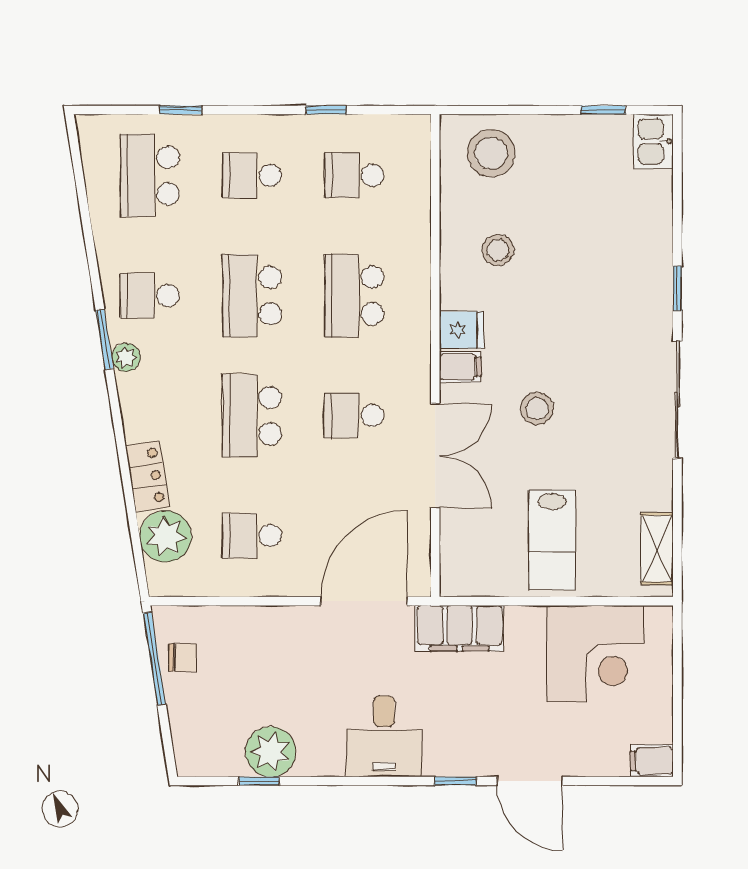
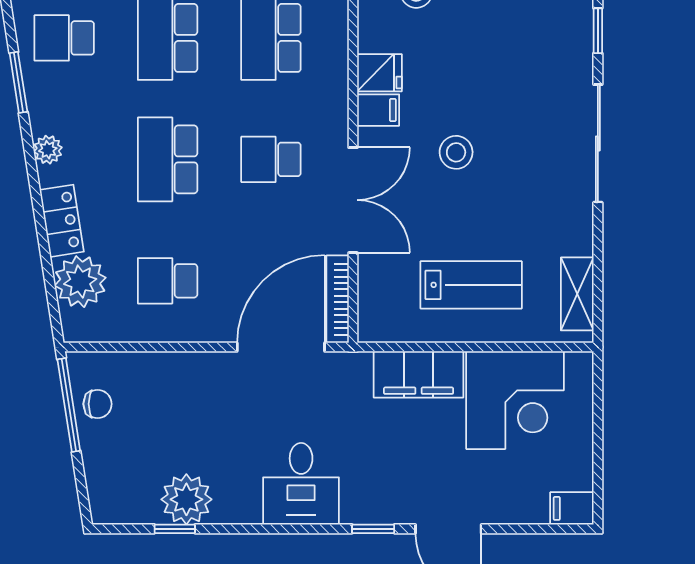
plant: (126, 357) -> (48, 150), moved
lab bench: (552, 540) -> (471, 285), turned -90
bookcase: (420, 554) -> (338, 299), added
filing cabinet: (460, 628) -> (419, 374), moved

